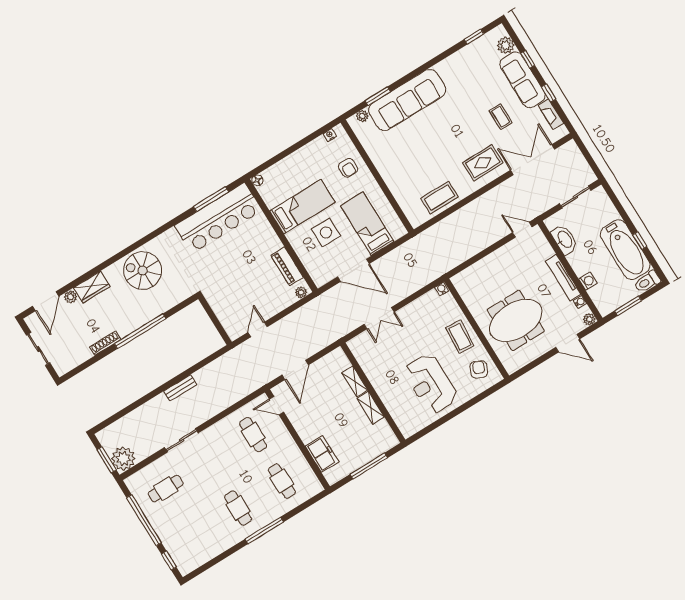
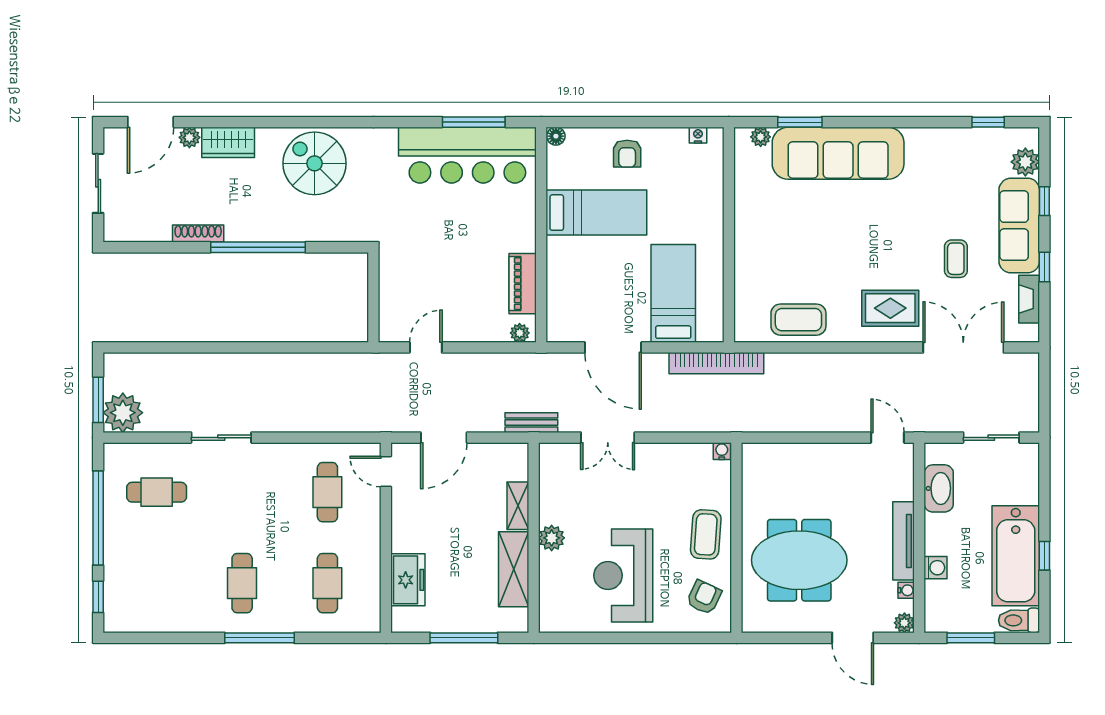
armchair: (348, 168) -> (627, 154), moved
side table: (326, 232) -> (607, 270), removed
bookcase: (411, 246) -> (716, 363), added
plant: (382, 387) -> (552, 538), added
bench: (180, 388) -> (531, 423), moved
shelving: (371, 408) -> (514, 569), width x1.50, depth x1.33

